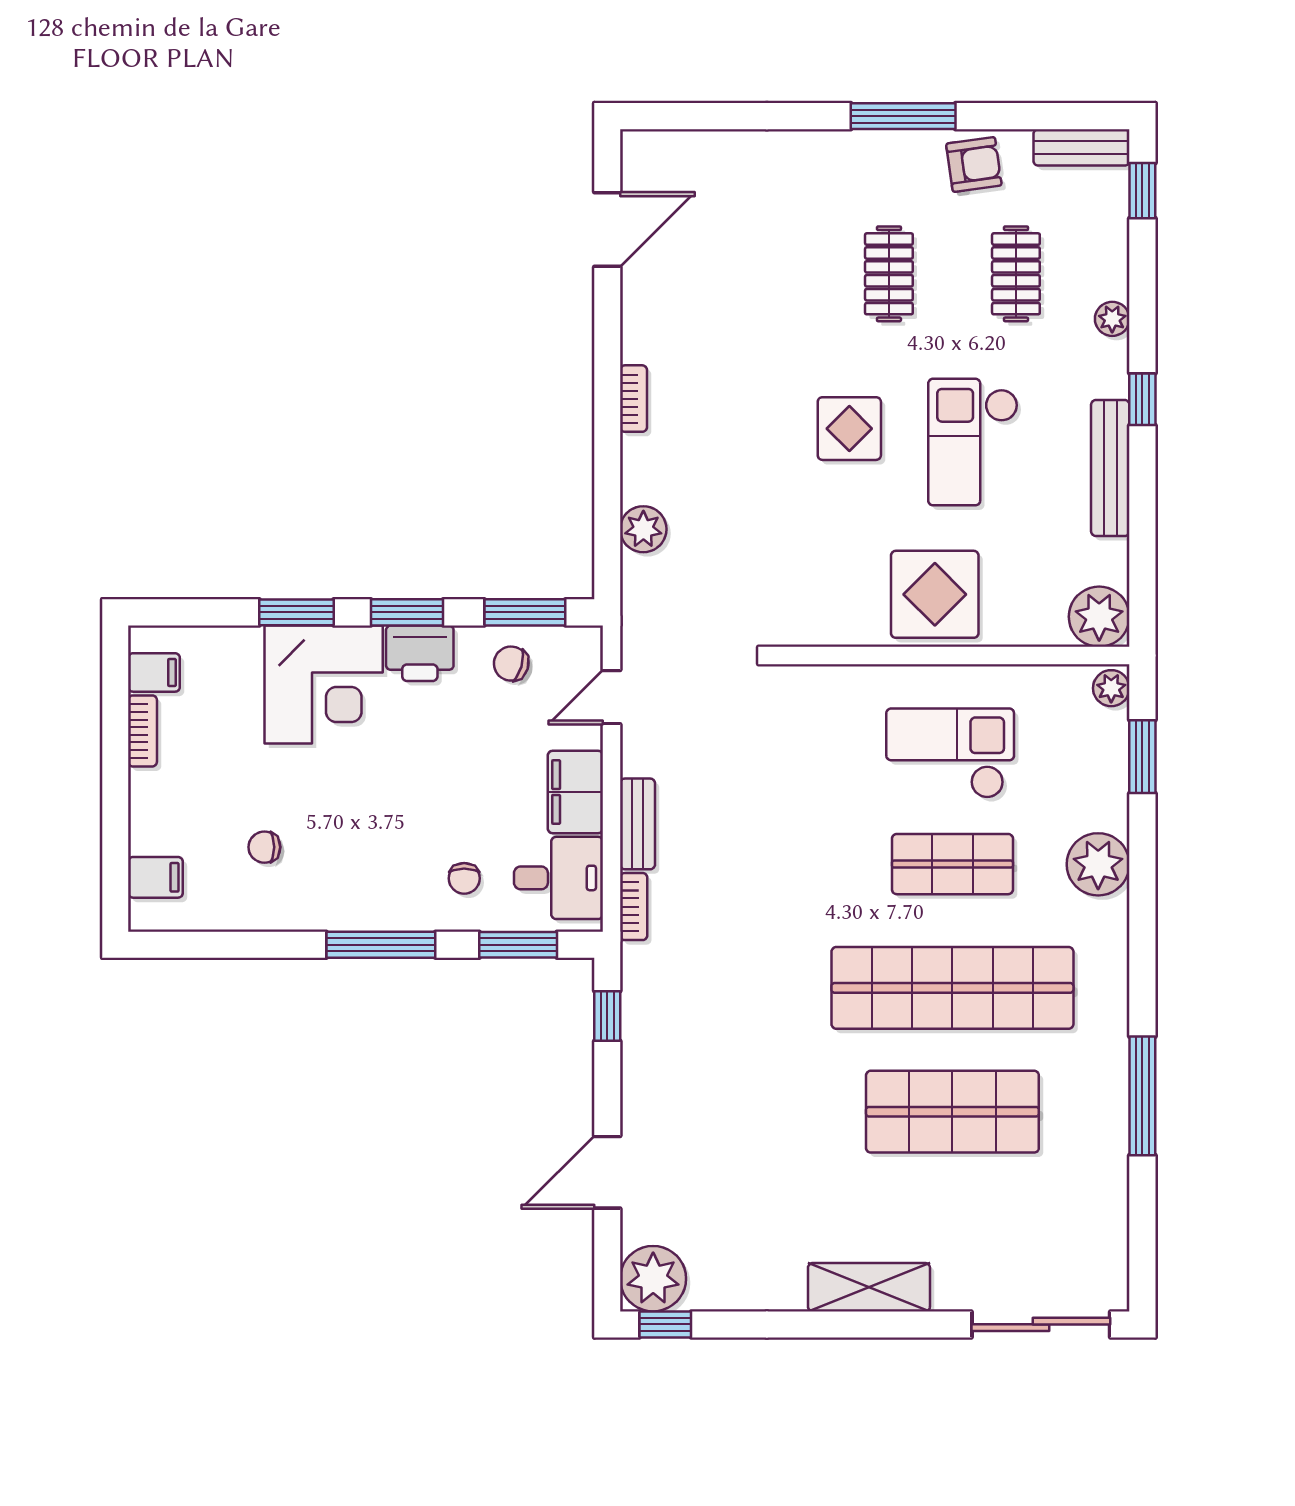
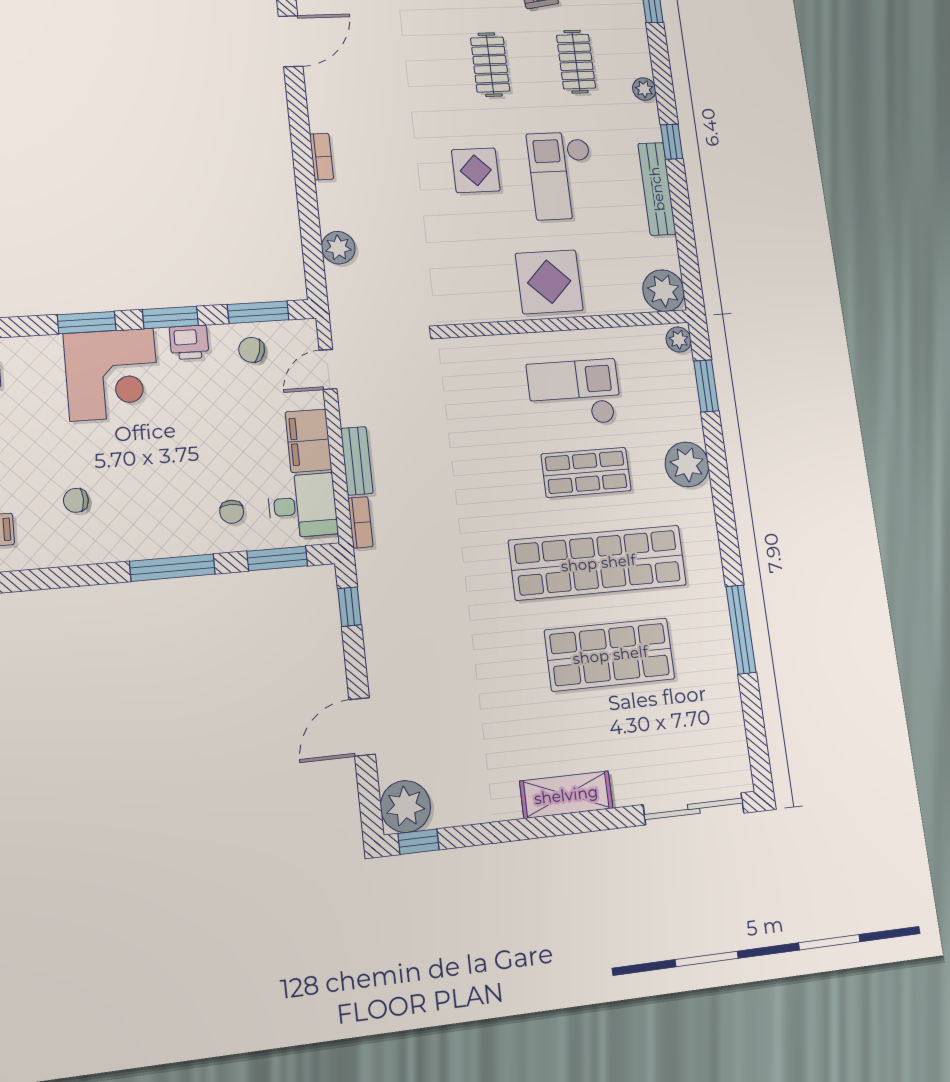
printer: (420, 653) -> (189, 342), width x0.73, depth x0.81

